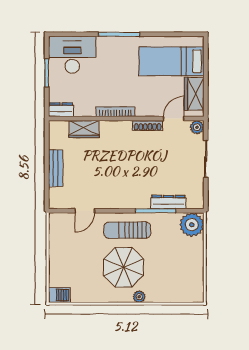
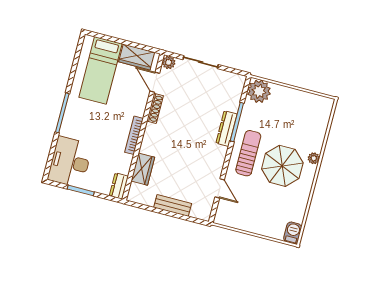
dresser: (168, 202) -> (226, 129), moved
sun lounger: (127, 230) -> (248, 153), turned 180

